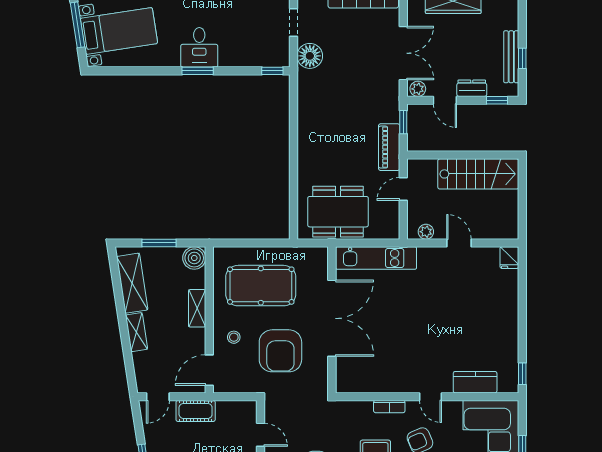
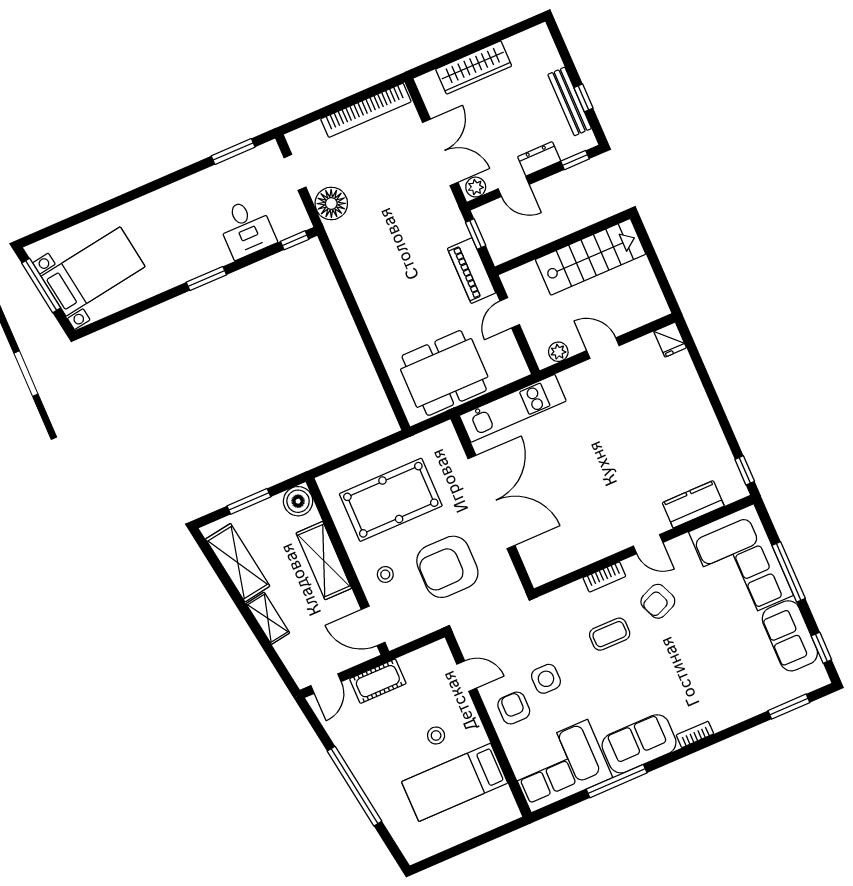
desk: (199, 47) -> (246, 228), moved
shelving: (197, 308) -> (324, 561), width x1.50, depth x1.33
armchair: (280, 351) -> (447, 567), turned 90
door: (209, 370) -> (373, 626), hinge flipped

